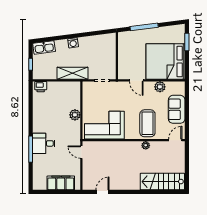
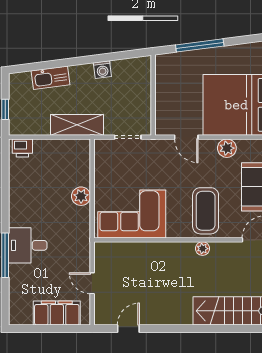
washing machine: (73, 43) -> (102, 70), moved
kitchen sink: (44, 47) -> (51, 78), moved
door: (81, 152) -> (92, 283), moved

